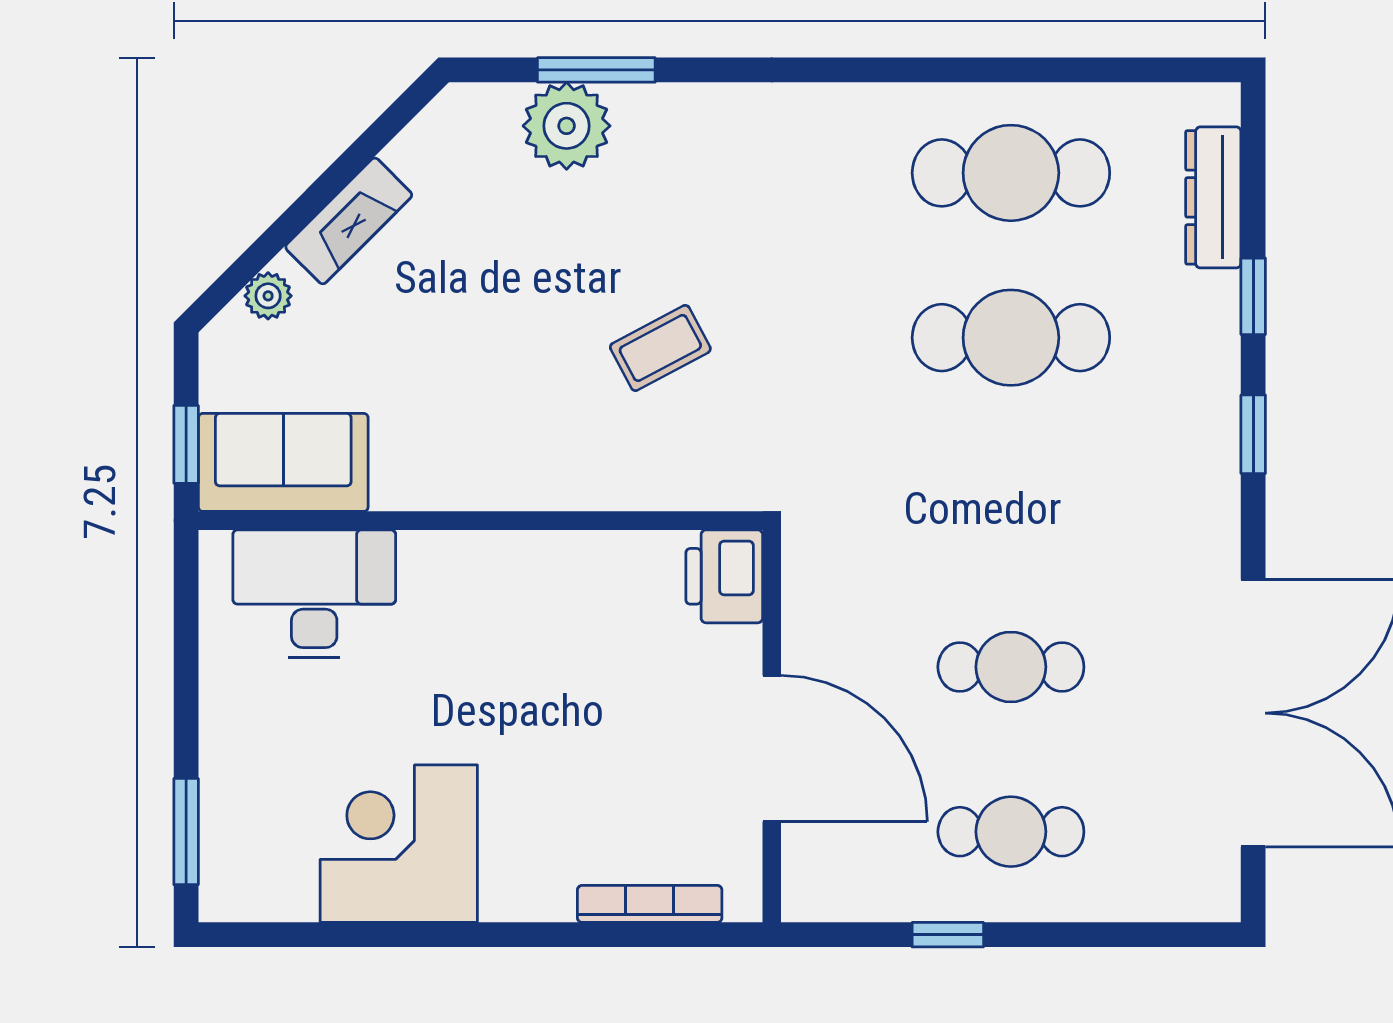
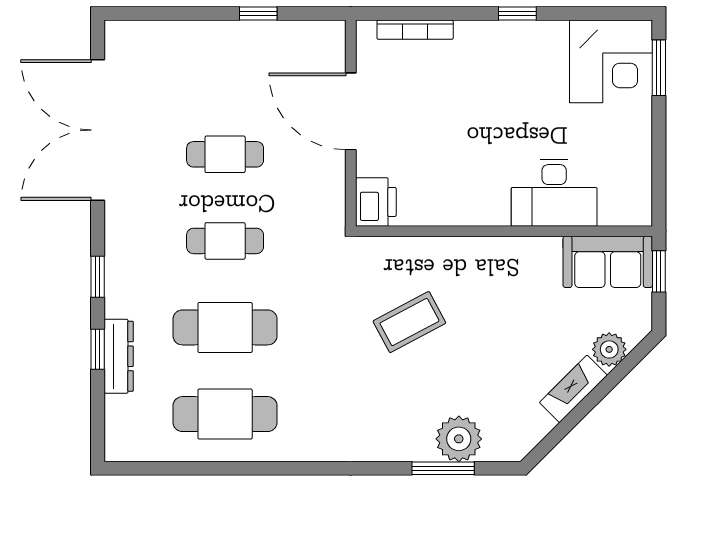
dresser: (1213, 197) -> (119, 356), moved
plant: (268, 296) -> (609, 349), width x1.38, depth x1.38
coffee table: (660, 348) -> (409, 322), width x1.36, depth x1.30
desk: (314, 594) -> (554, 193), moved
cafe table: (1011, 832) -> (225, 241), moved
corner desk: (399, 844) -> (611, 61), moved
window: (455, 935) -> (517, 14), added

